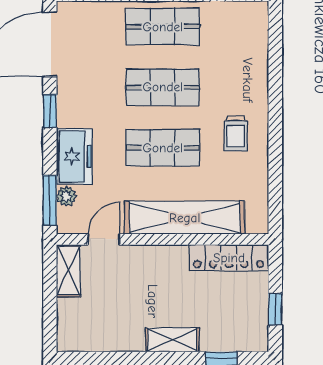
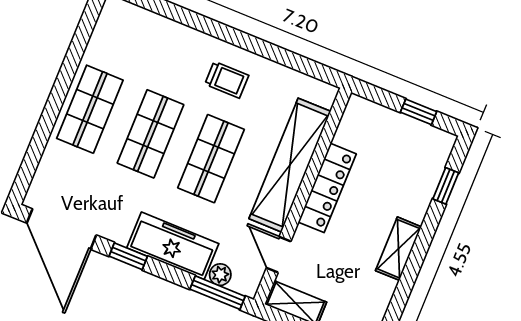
freezer: (74, 156) -> (173, 246), width x1.40
locker: (229, 258) -> (327, 188), moved
shelving: (172, 340) -> (398, 249), moved

